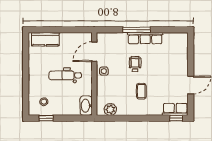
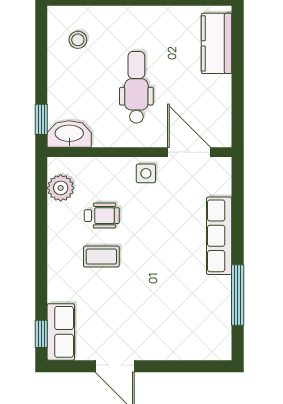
window: (137, 30) -> (238, 295), moved
row of seats: (145, 38) -> (219, 236), moved
wheelchair: (135, 64) -> (102, 216), moved
window: (46, 118) -> (41, 119), moved

